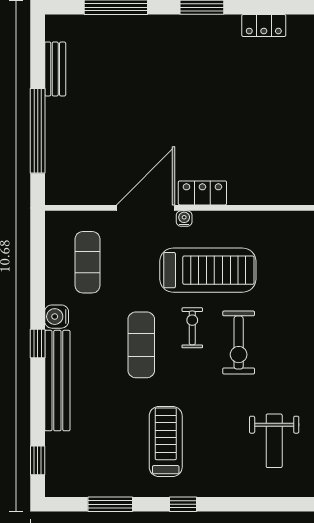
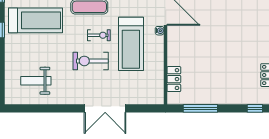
locker: (202, 193) -> (174, 79), moved
treadmill: (166, 442) -> (36, 20), width x1.37, depth x1.38

